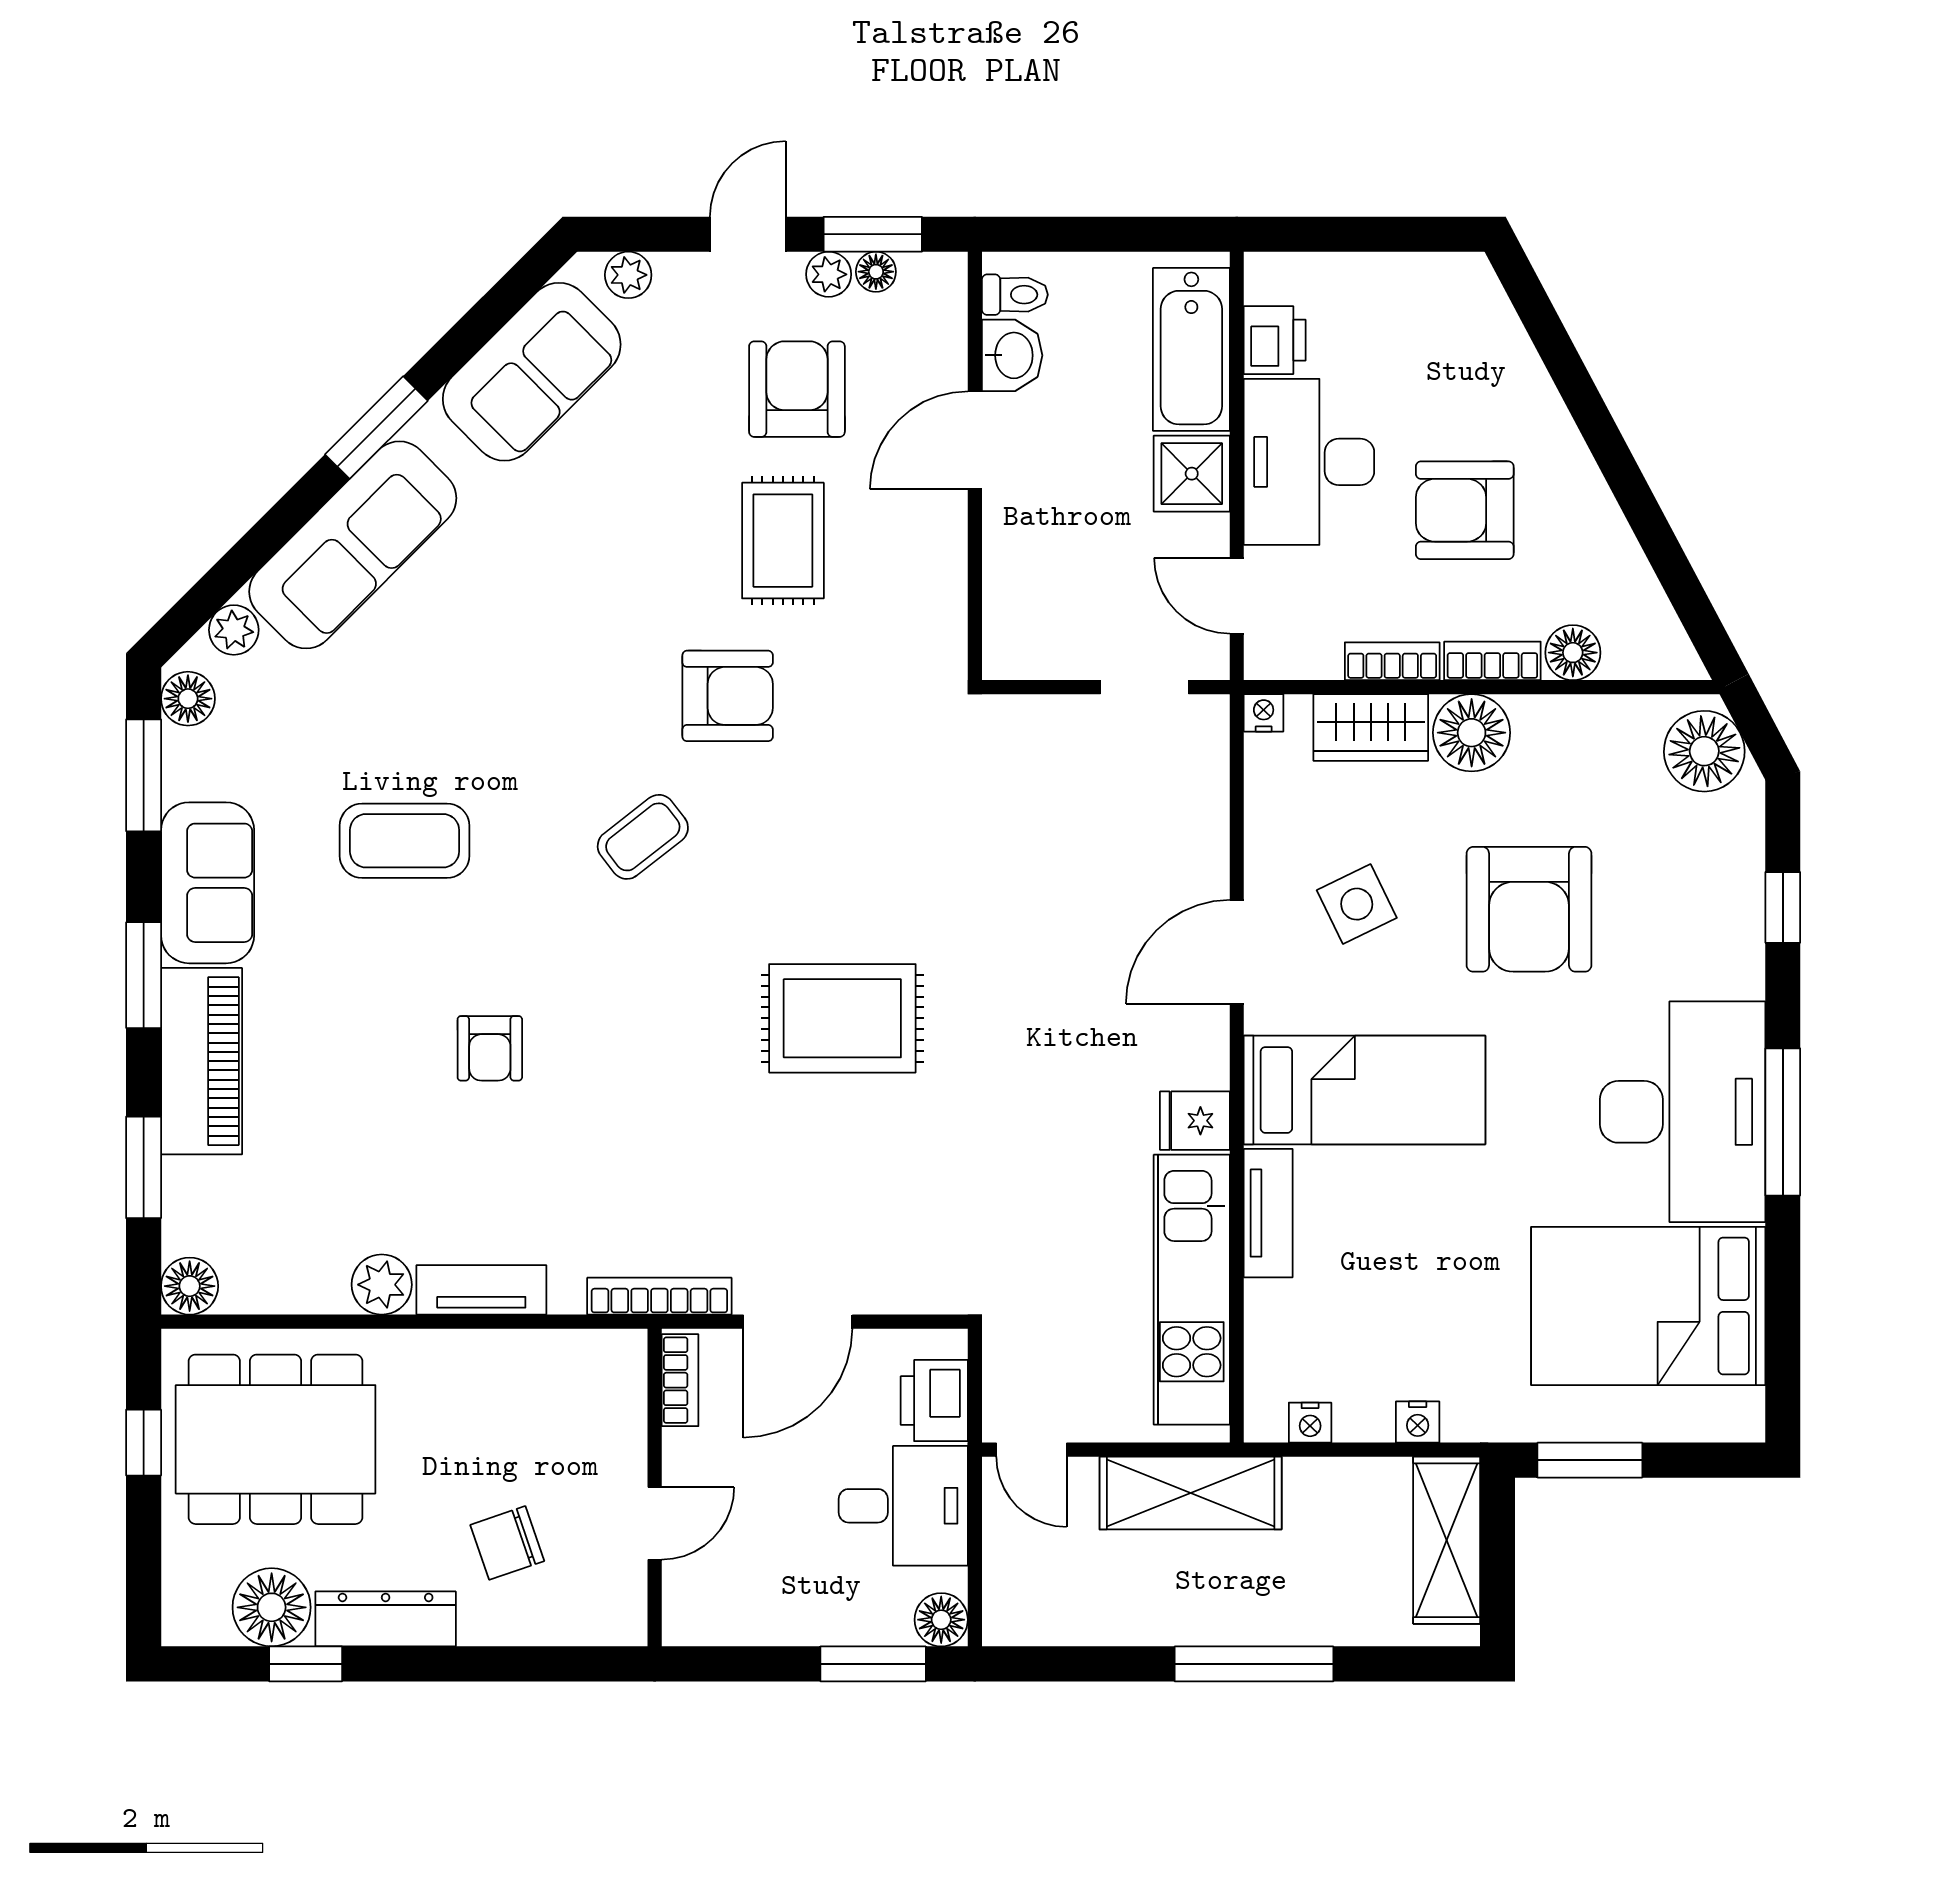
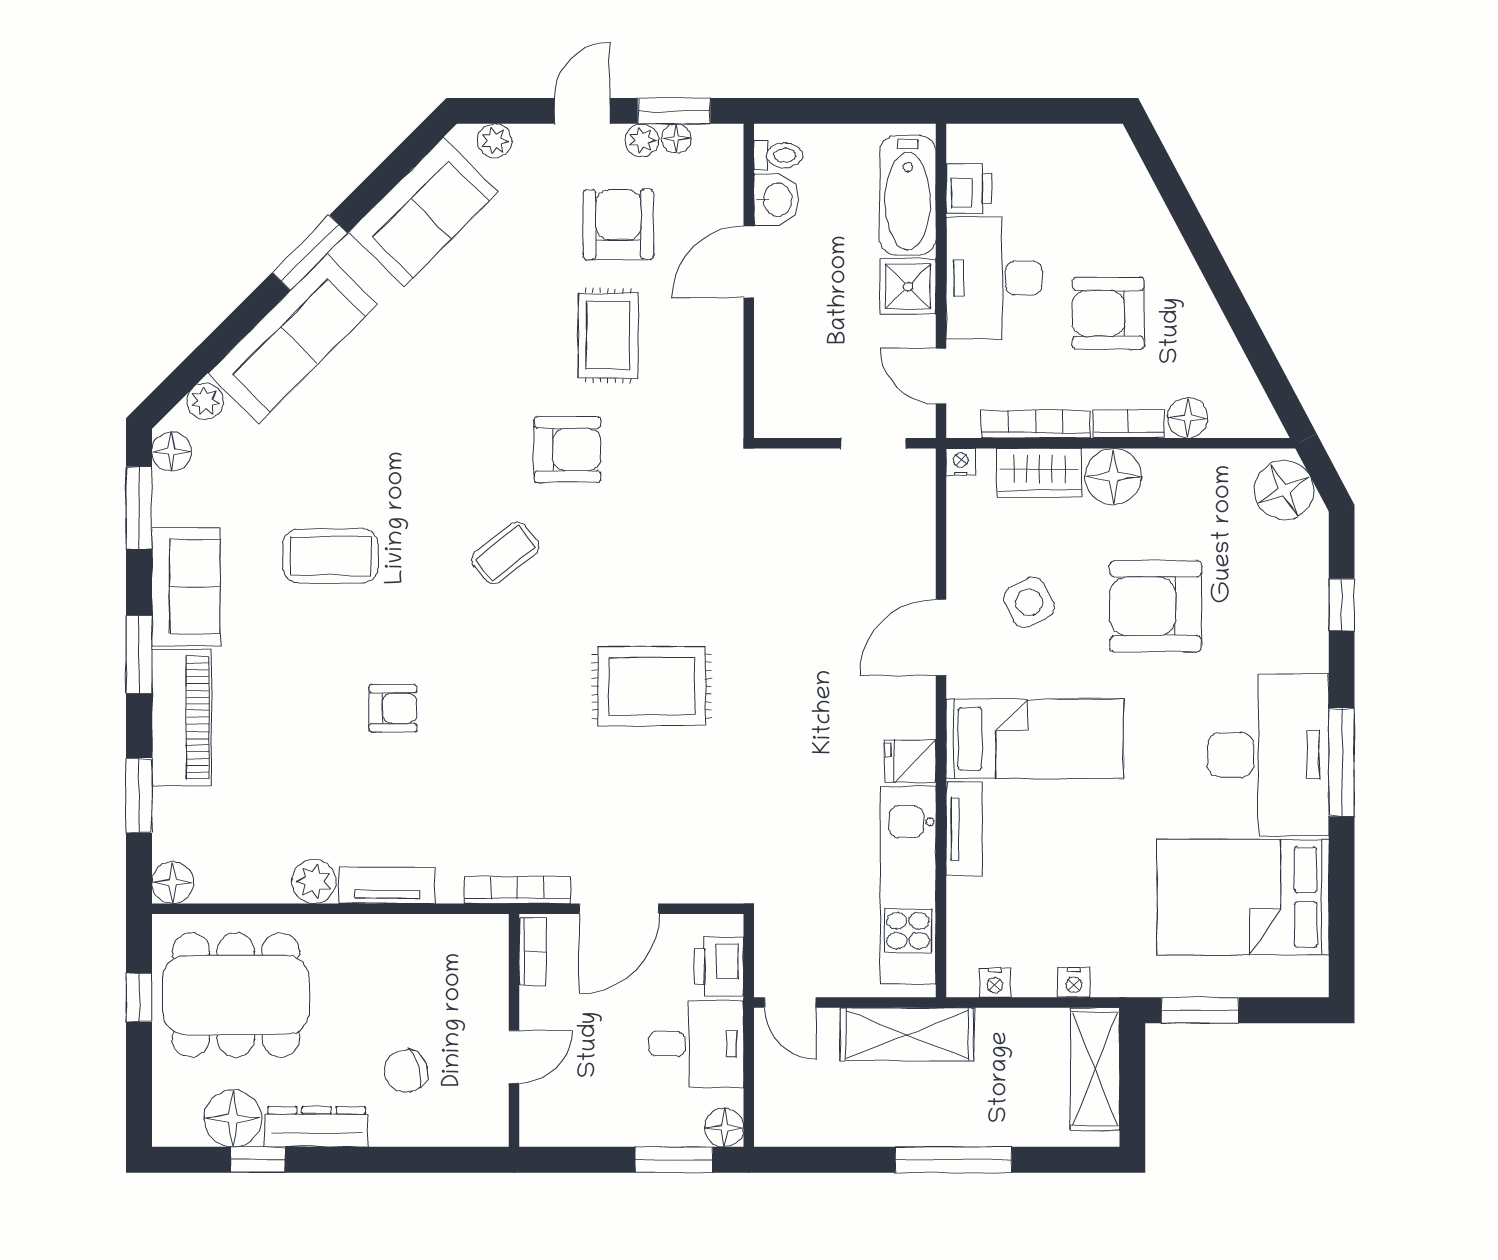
bookcase: (1392, 661) -> (1036, 424), width x1.56
armchair: (1529, 909) -> (1155, 606), turned 90
armchair: (490, 1048) -> (393, 708), turned -90

